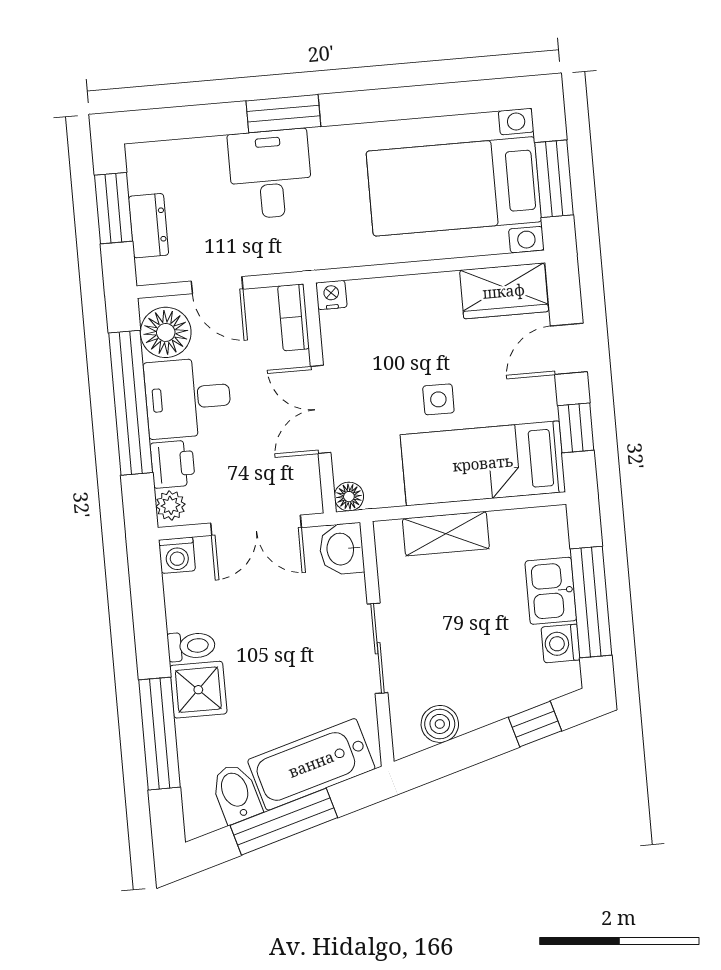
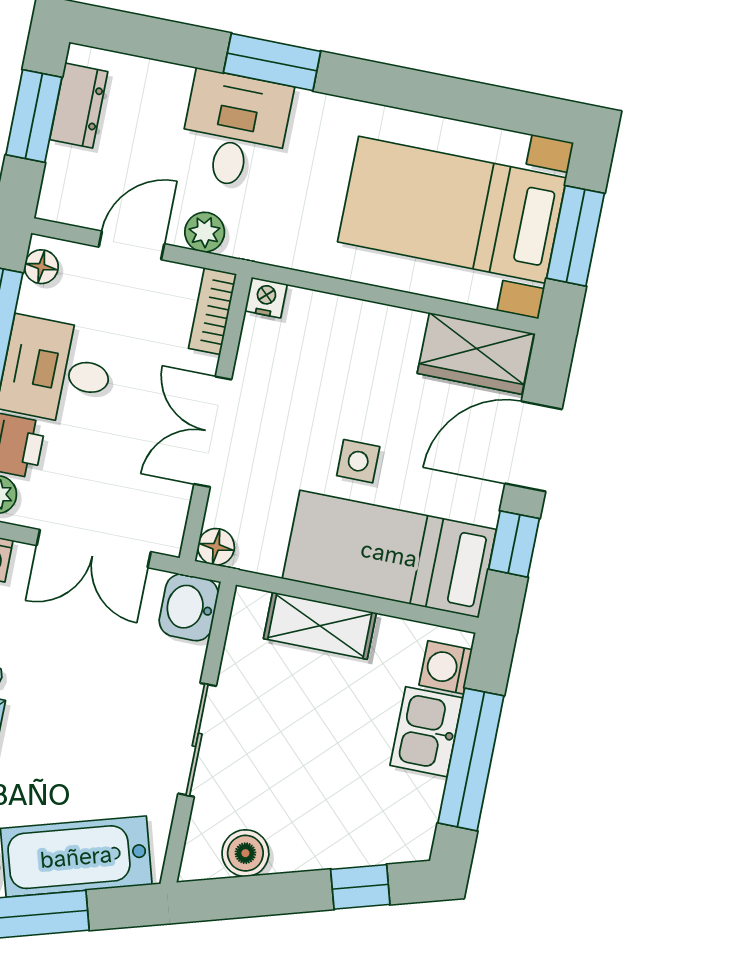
dresser: (149, 226) -> (79, 106), moved
plant: (270, 259) -> (205, 232), added
door: (217, 285) -> (132, 245), swing flipped
floor lamp: (166, 332) -> (41, 267), width x0.53, depth x0.53
door: (569, 349) -> (533, 446), width x1.38
washing machine: (561, 643) -> (446, 667), moved

